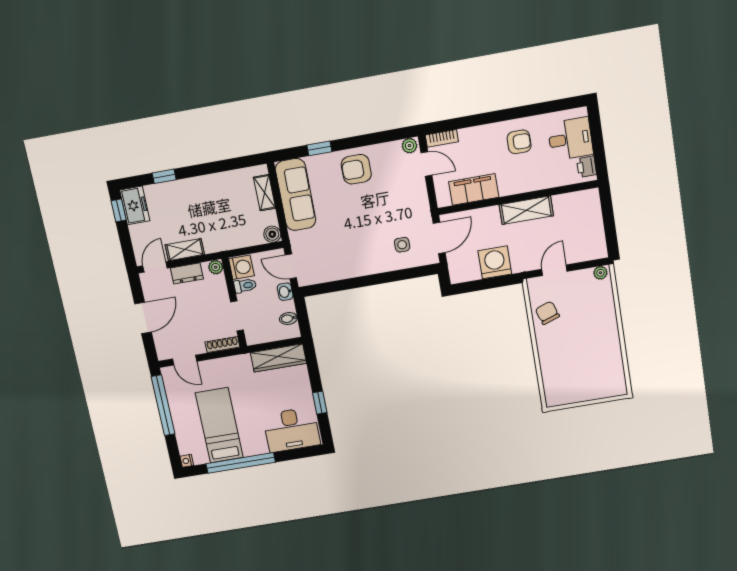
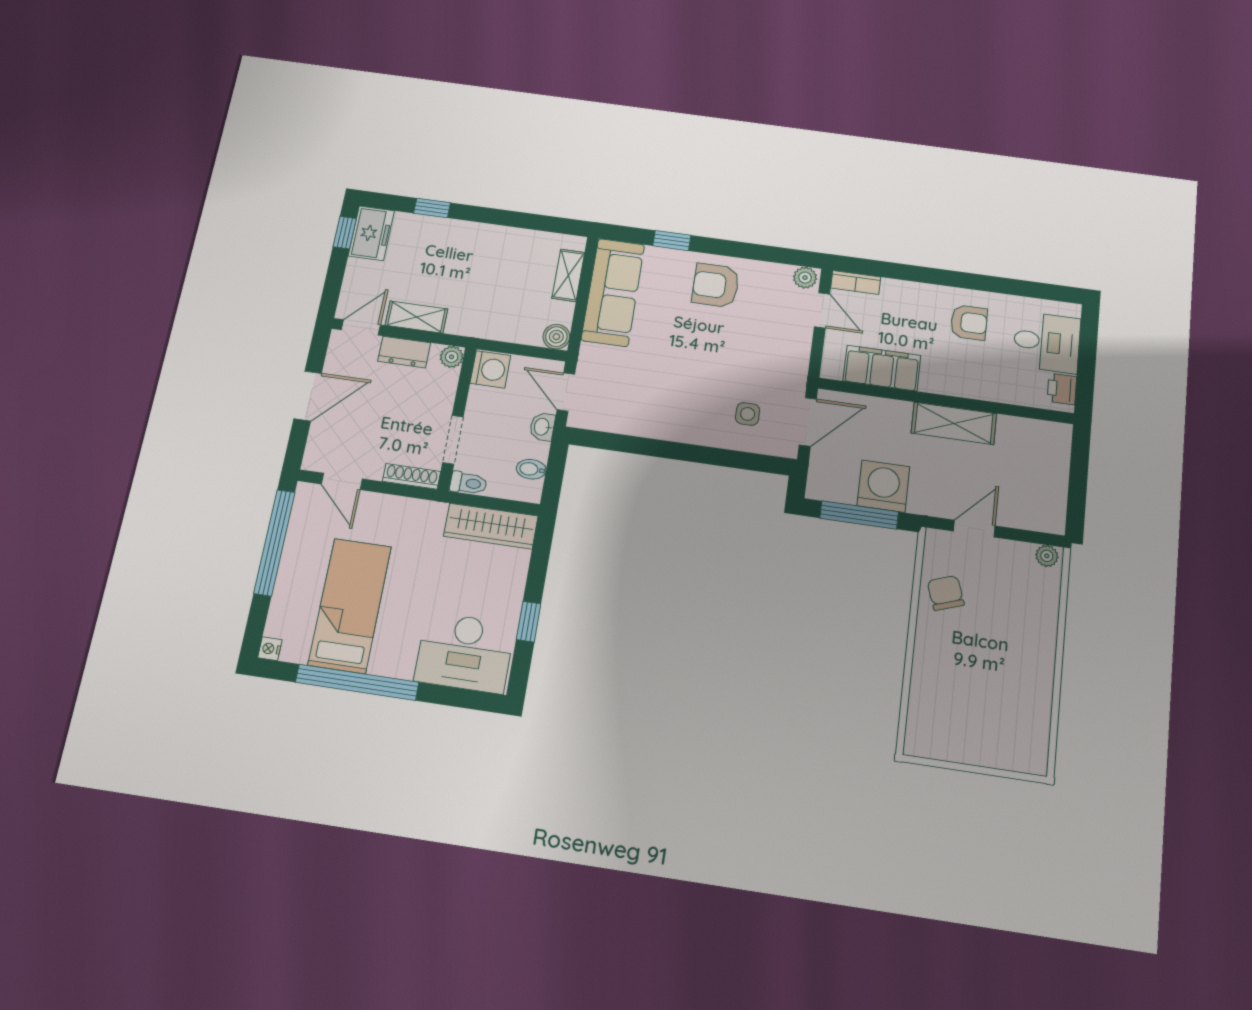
window: (485, 284) -> (859, 515), added
toilet: (245, 286) -> (468, 483), moved

